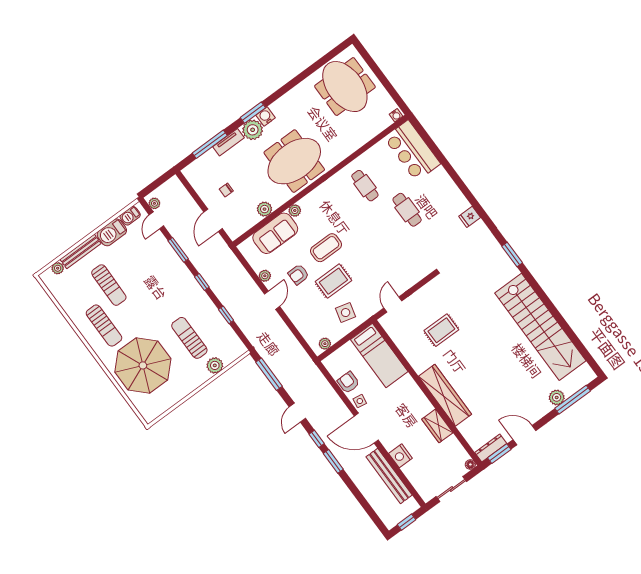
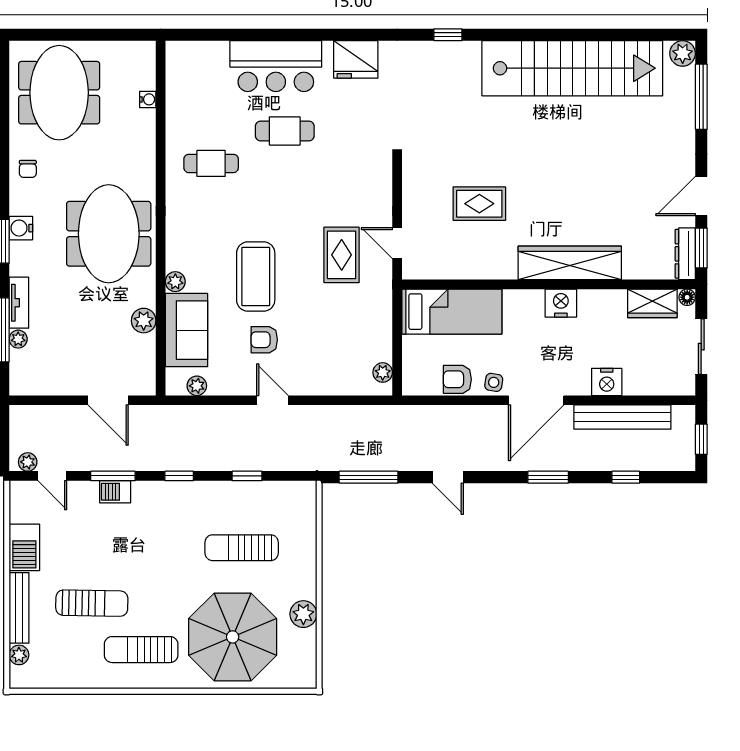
meeting table: (345, 87) -> (59, 93), turned 90
water cooler: (396, 115) -> (148, 99), moved
plant: (253, 130) -> (18, 339), moved, width x0.53, depth x0.53
bar counter: (412, 151) -> (276, 66), moved
chair: (226, 190) -> (28, 169), moved
barbecue: (130, 216) -> (115, 492), moved, turned 90
fridge: (470, 217) -> (356, 59), width x1.88, depth x1.34
coffee table: (326, 248) -> (256, 277), width x1.36, depth x1.32
window: (512, 254) -> (448, 35), width x0.67
armchair: (298, 274) -> (264, 340), turned 90
plant: (265, 276) -> (197, 386), moved
rug: (333, 281) -> (342, 255), moved
side table: (346, 313) -> (361, 314), removed
sun lounger: (104, 326) -> (141, 650), turned 180
rug: (441, 330) -> (479, 204), turned 90
plant: (215, 365) -> (303, 614), moved
plant: (557, 397) -> (683, 53), moved
nightstand: (422, 405) -> (561, 303), added
wardrobe: (437, 426) -> (652, 303), moved
window: (317, 439) -> (626, 477), moved

